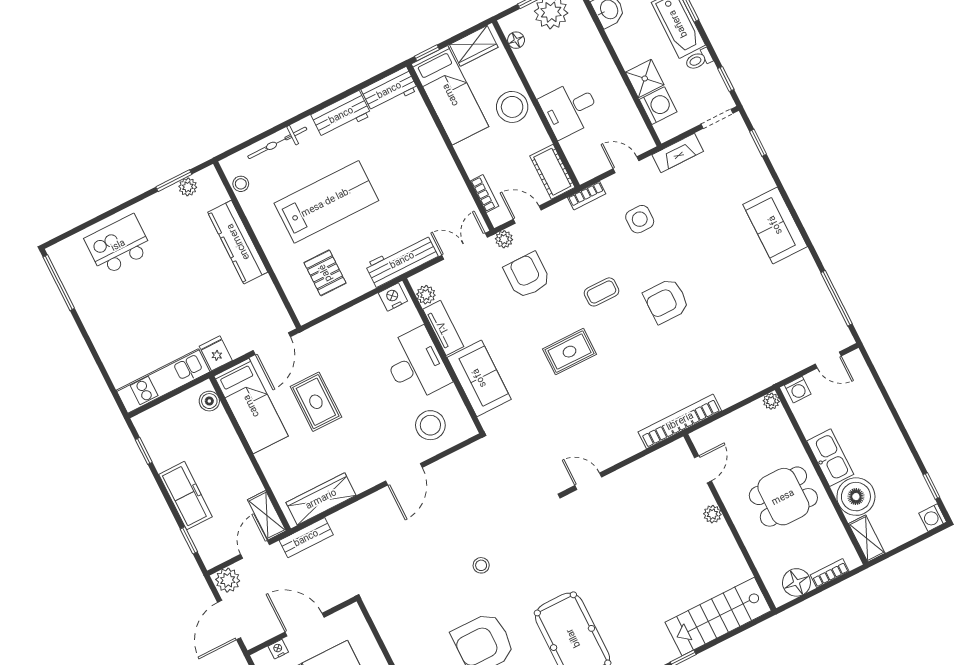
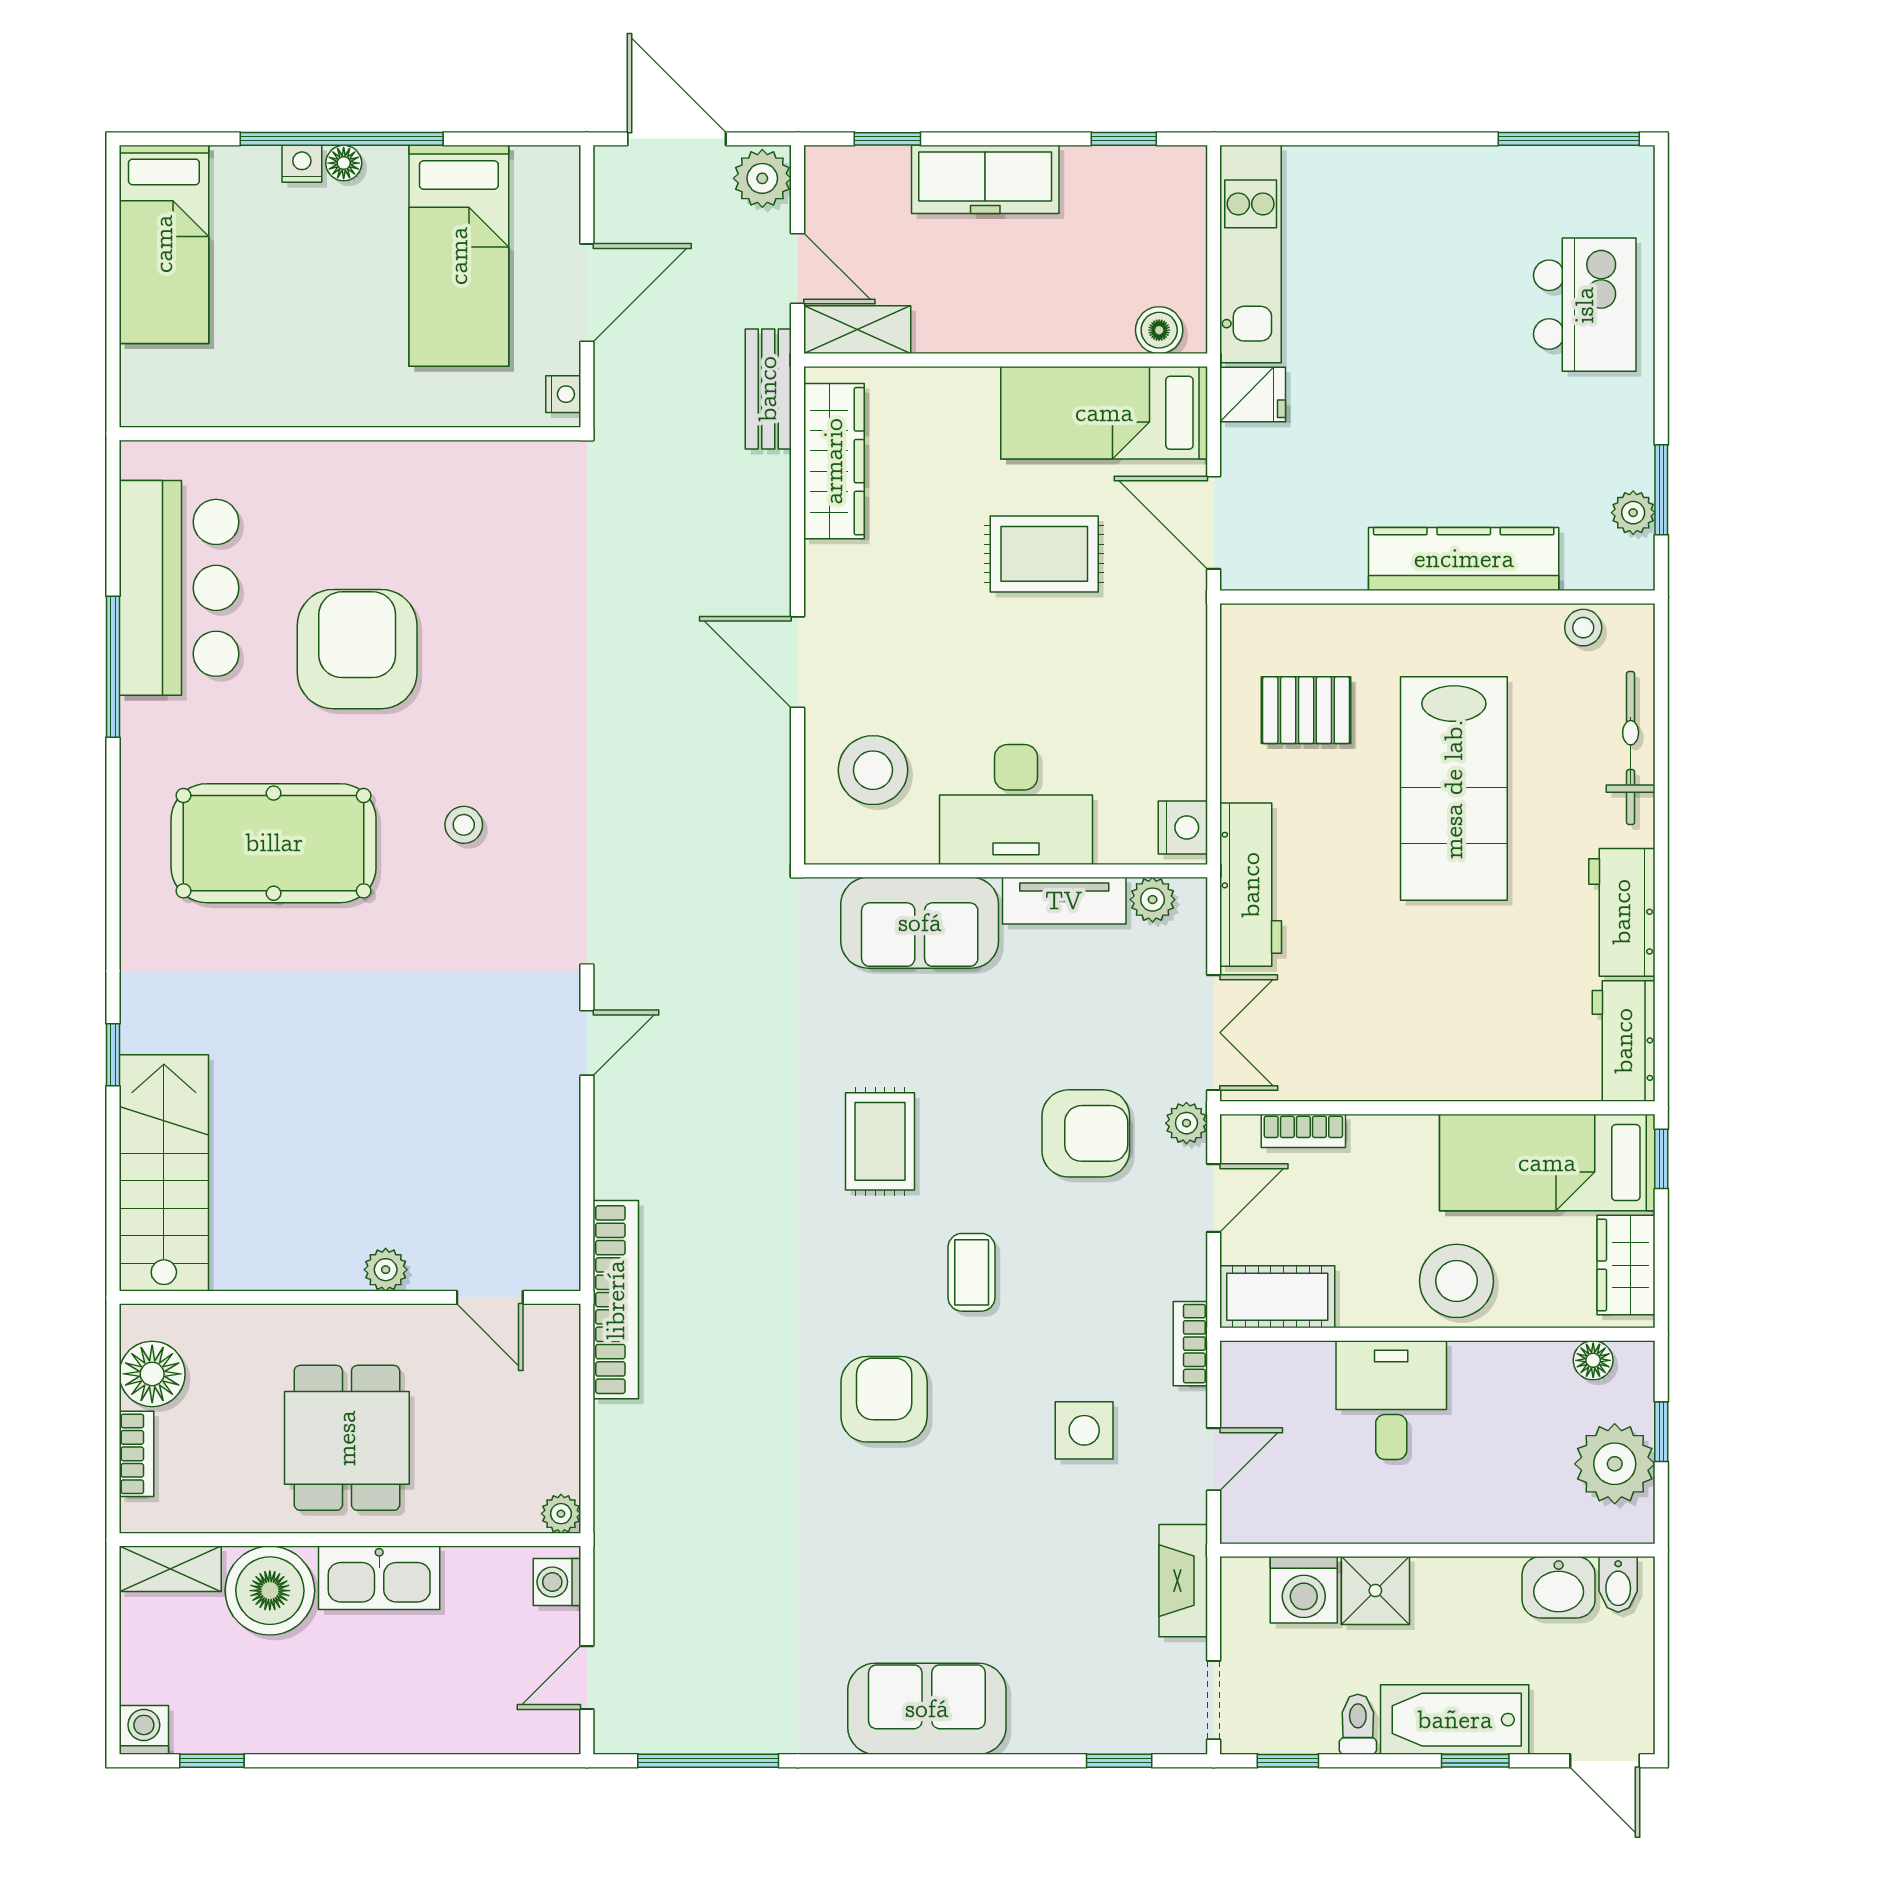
stool: (481, 565) -> (464, 825), moved
nightstand: (278, 649) -> (563, 394), moved

